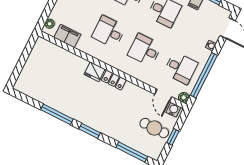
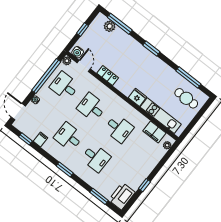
desk: (145, 50) -> (92, 107), turned 180
kitchen unit: (64, 56) -> (161, 116), added
locker: (114, 80) -> (108, 75), moved
window: (57, 114) -> (188, 77), moved
cafe table: (154, 128) -> (186, 98), moved
plant: (143, 147) -> (110, 26), added

